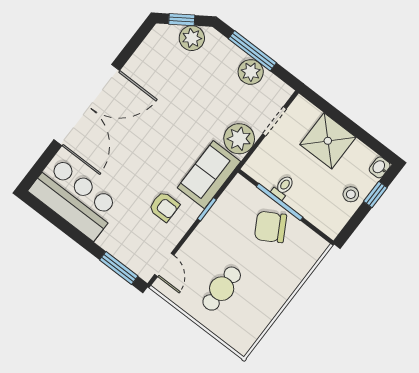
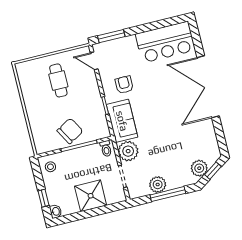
toilet: (283, 187) -> (106, 149), moved
stool: (351, 194) -> (50, 167), moved
armchair: (164, 207) -> (124, 85), turned 90

